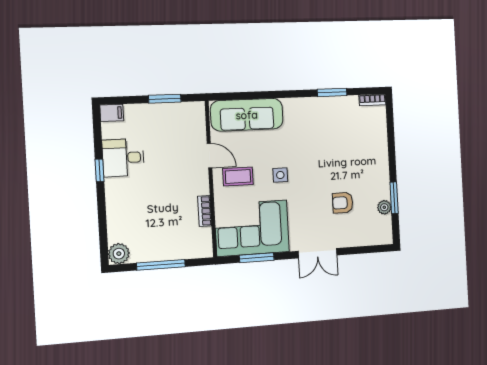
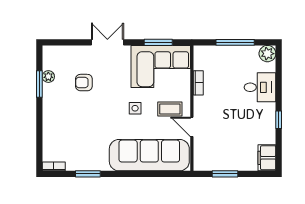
filing cabinet: (112, 113) -> (267, 158), width x2.00
sofa: (247, 115) -> (149, 155), width x1.36, depth x1.27
desk: (123, 158) -> (260, 87), moved
armchair: (343, 203) -> (84, 83), turned 180

